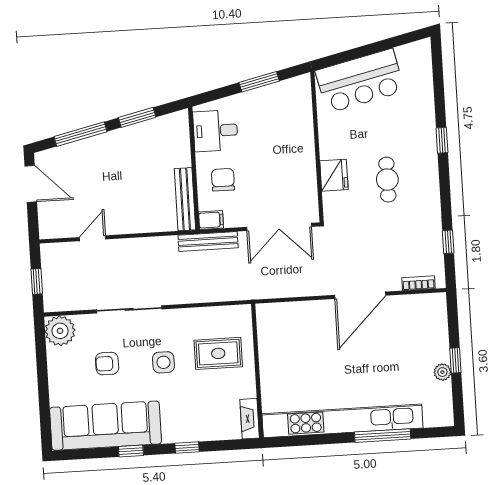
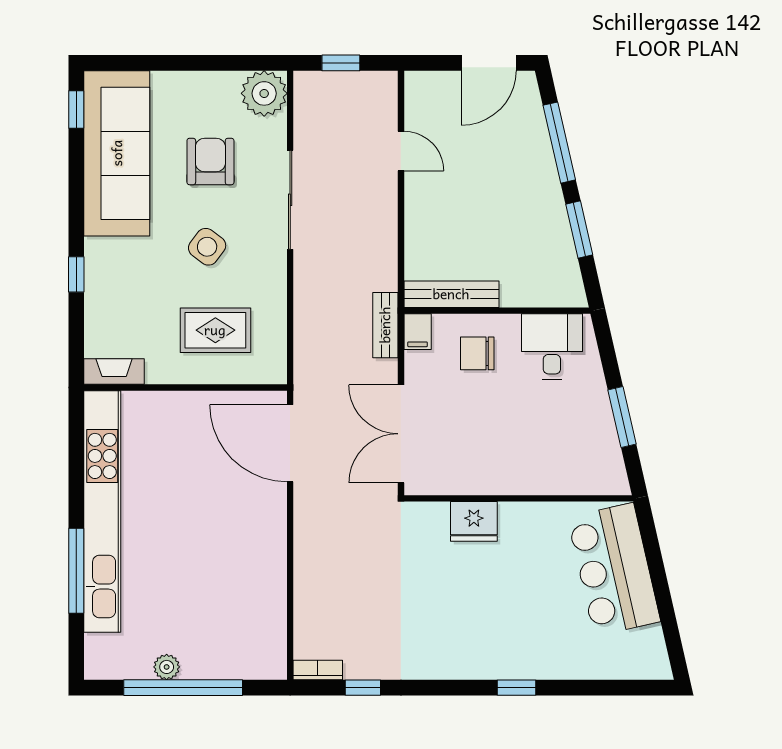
chair: (223, 180) -> (477, 353), turned 180
cafe table: (387, 180) -> (462, 602), removed
bench: (208, 242) -> (385, 325), width x0.73
bookcase: (418, 283) -> (318, 670), moved, turned -90
door: (360, 295) -> (290, 443), moved
rug: (218, 353) -> (215, 330), turned 90
window: (455, 360) -> (183, 688), width x3.17
side table: (163, 362) -> (207, 247), turned 37
armchair: (107, 364) -> (210, 162), width x1.38, depth x1.38
window: (131, 451) -> (76, 109), moved

